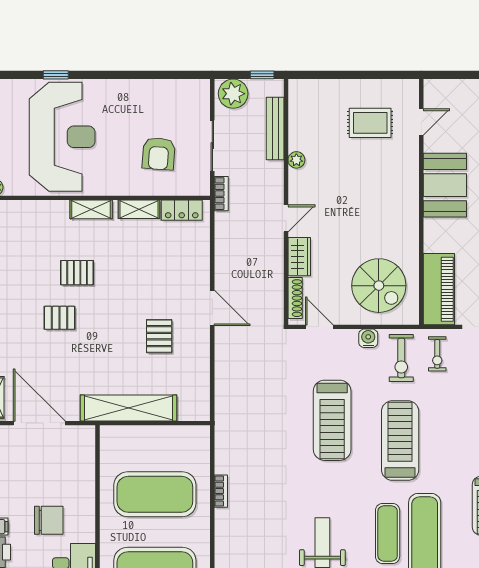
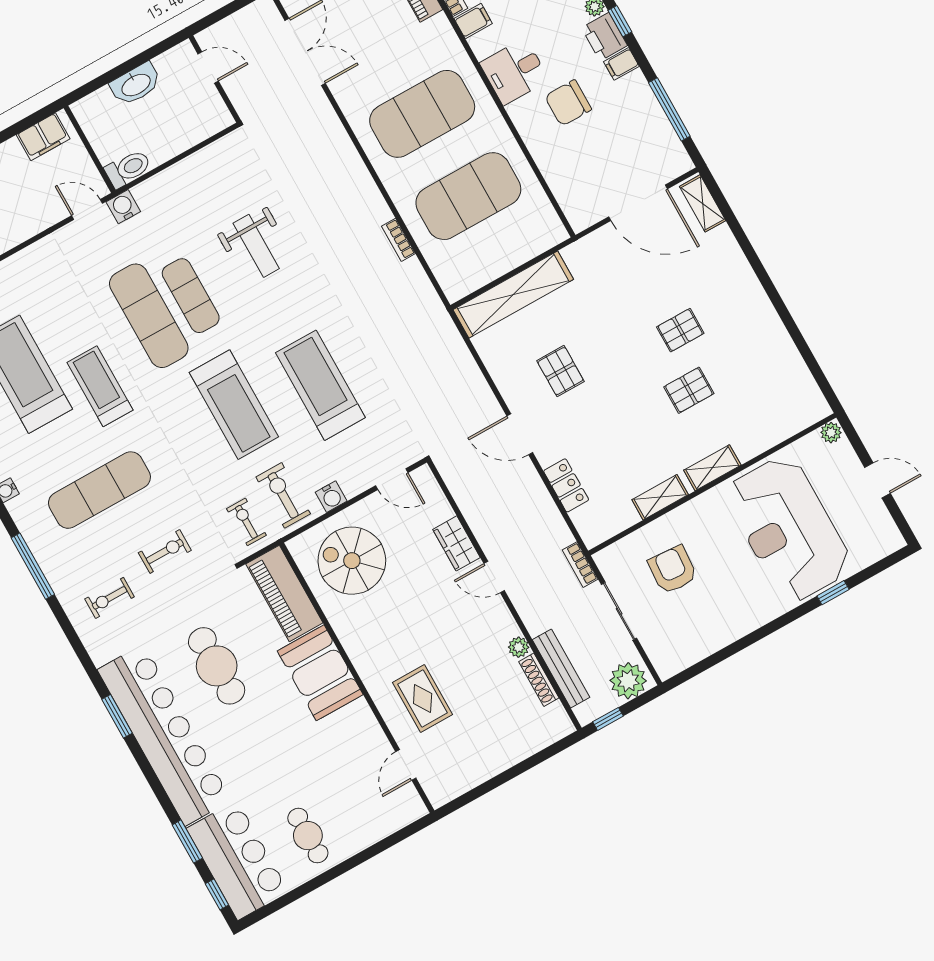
rug: (370, 123) -> (423, 699), moved, turned 90
booth: (445, 185) -> (320, 673), moved
locker: (182, 210) -> (566, 485), moved, turned 90
door: (286, 218) -> (494, 577), hinge flipped
shoe rack: (295, 298) -> (539, 680), moved
shelving: (128, 408) -> (513, 295), moved

